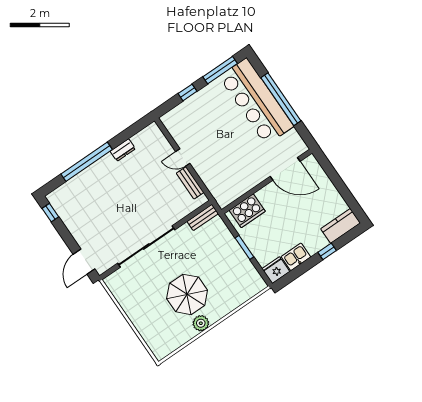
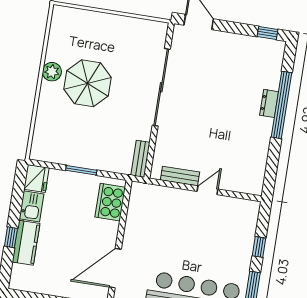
dresser: (123, 150) -> (269, 103), moved
kitchen counter: (341, 226) -> (26, 243), moved

